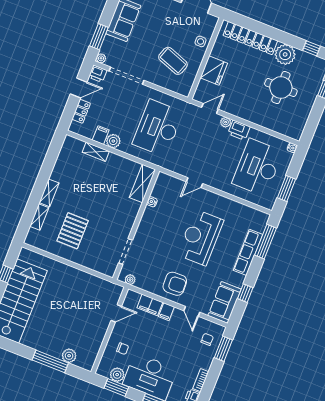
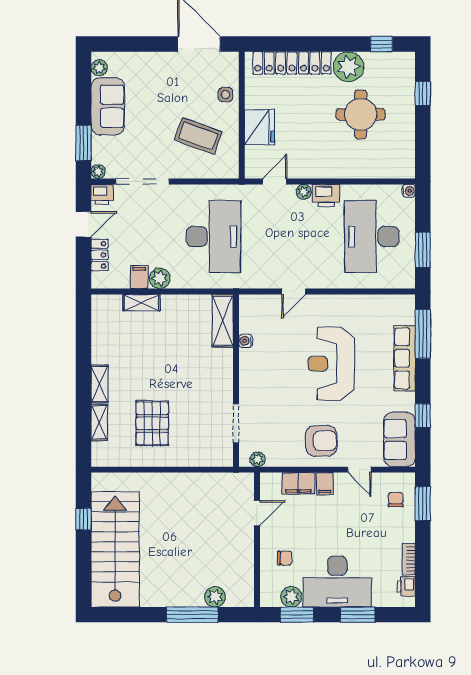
desk: (158, 128) -> (214, 236), turned 180

